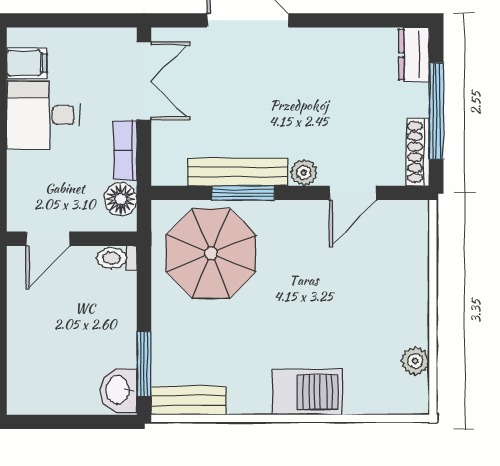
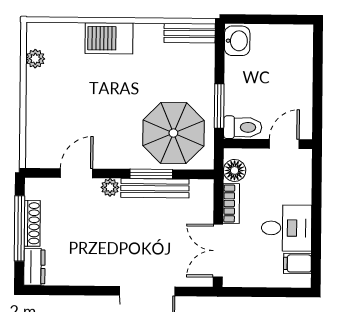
shoe rack: (418, 152) -> (32, 223), moved
toilet: (117, 258) -> (243, 127), width x1.37, depth x1.39
window: (144, 364) -> (219, 106), moved

